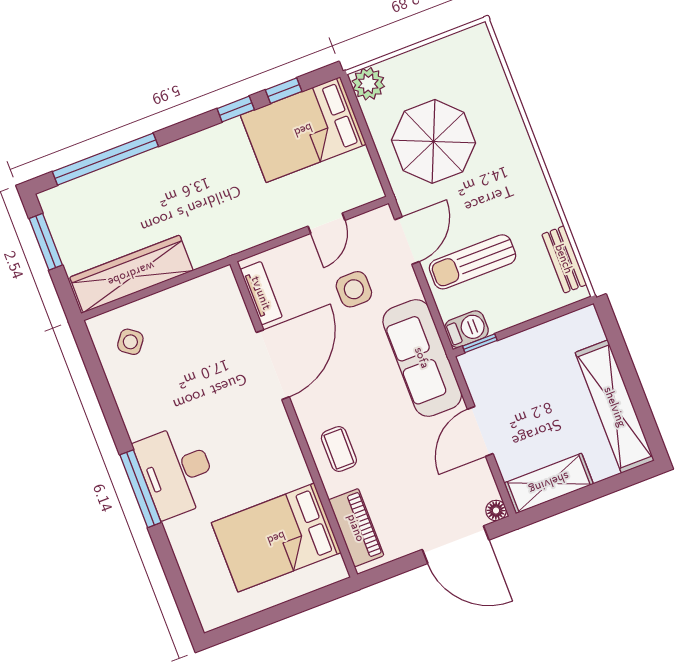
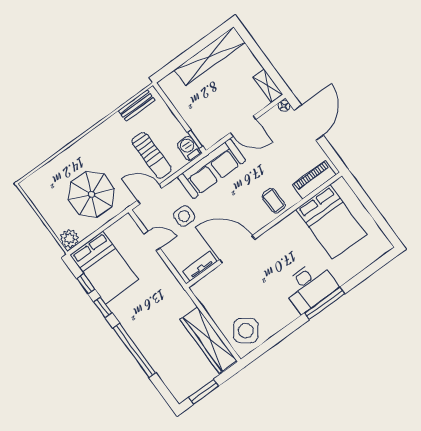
window: (105, 159) -> (134, 350), moved
side table: (130, 342) -> (246, 331), width x1.87, depth x1.87
coffee table: (339, 449) -> (274, 201), turned 90
shelving: (549, 483) -> (268, 86), width x0.67, depth x0.75

